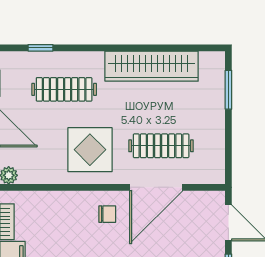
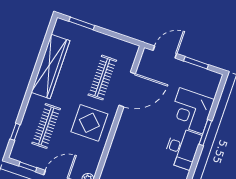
door: (156, 187) -> (127, 89), hinge flipped
chair: (107, 214) -> (133, 126), removed

